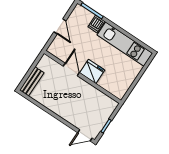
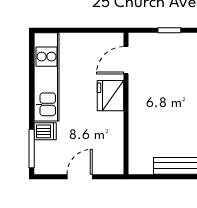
door: (71, 69) -> (126, 60), moved

